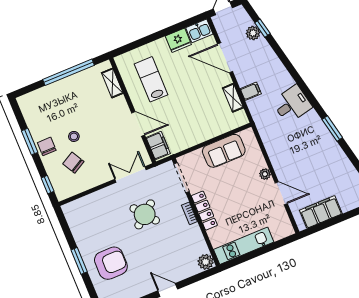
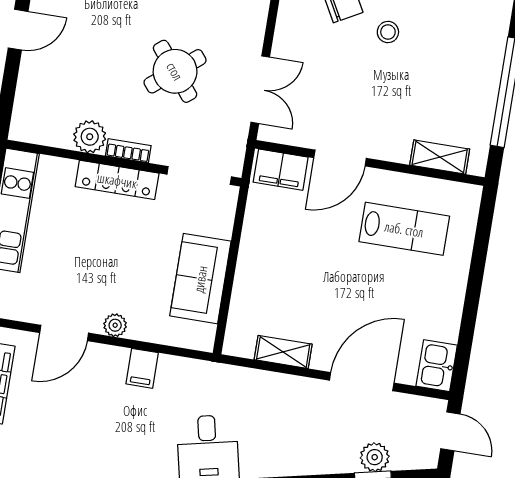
fridge: (178, 40) -> (443, 319), removed
filing cabinet: (251, 91) -> (142, 368), moved
plant: (206, 262) -> (90, 137), moved

